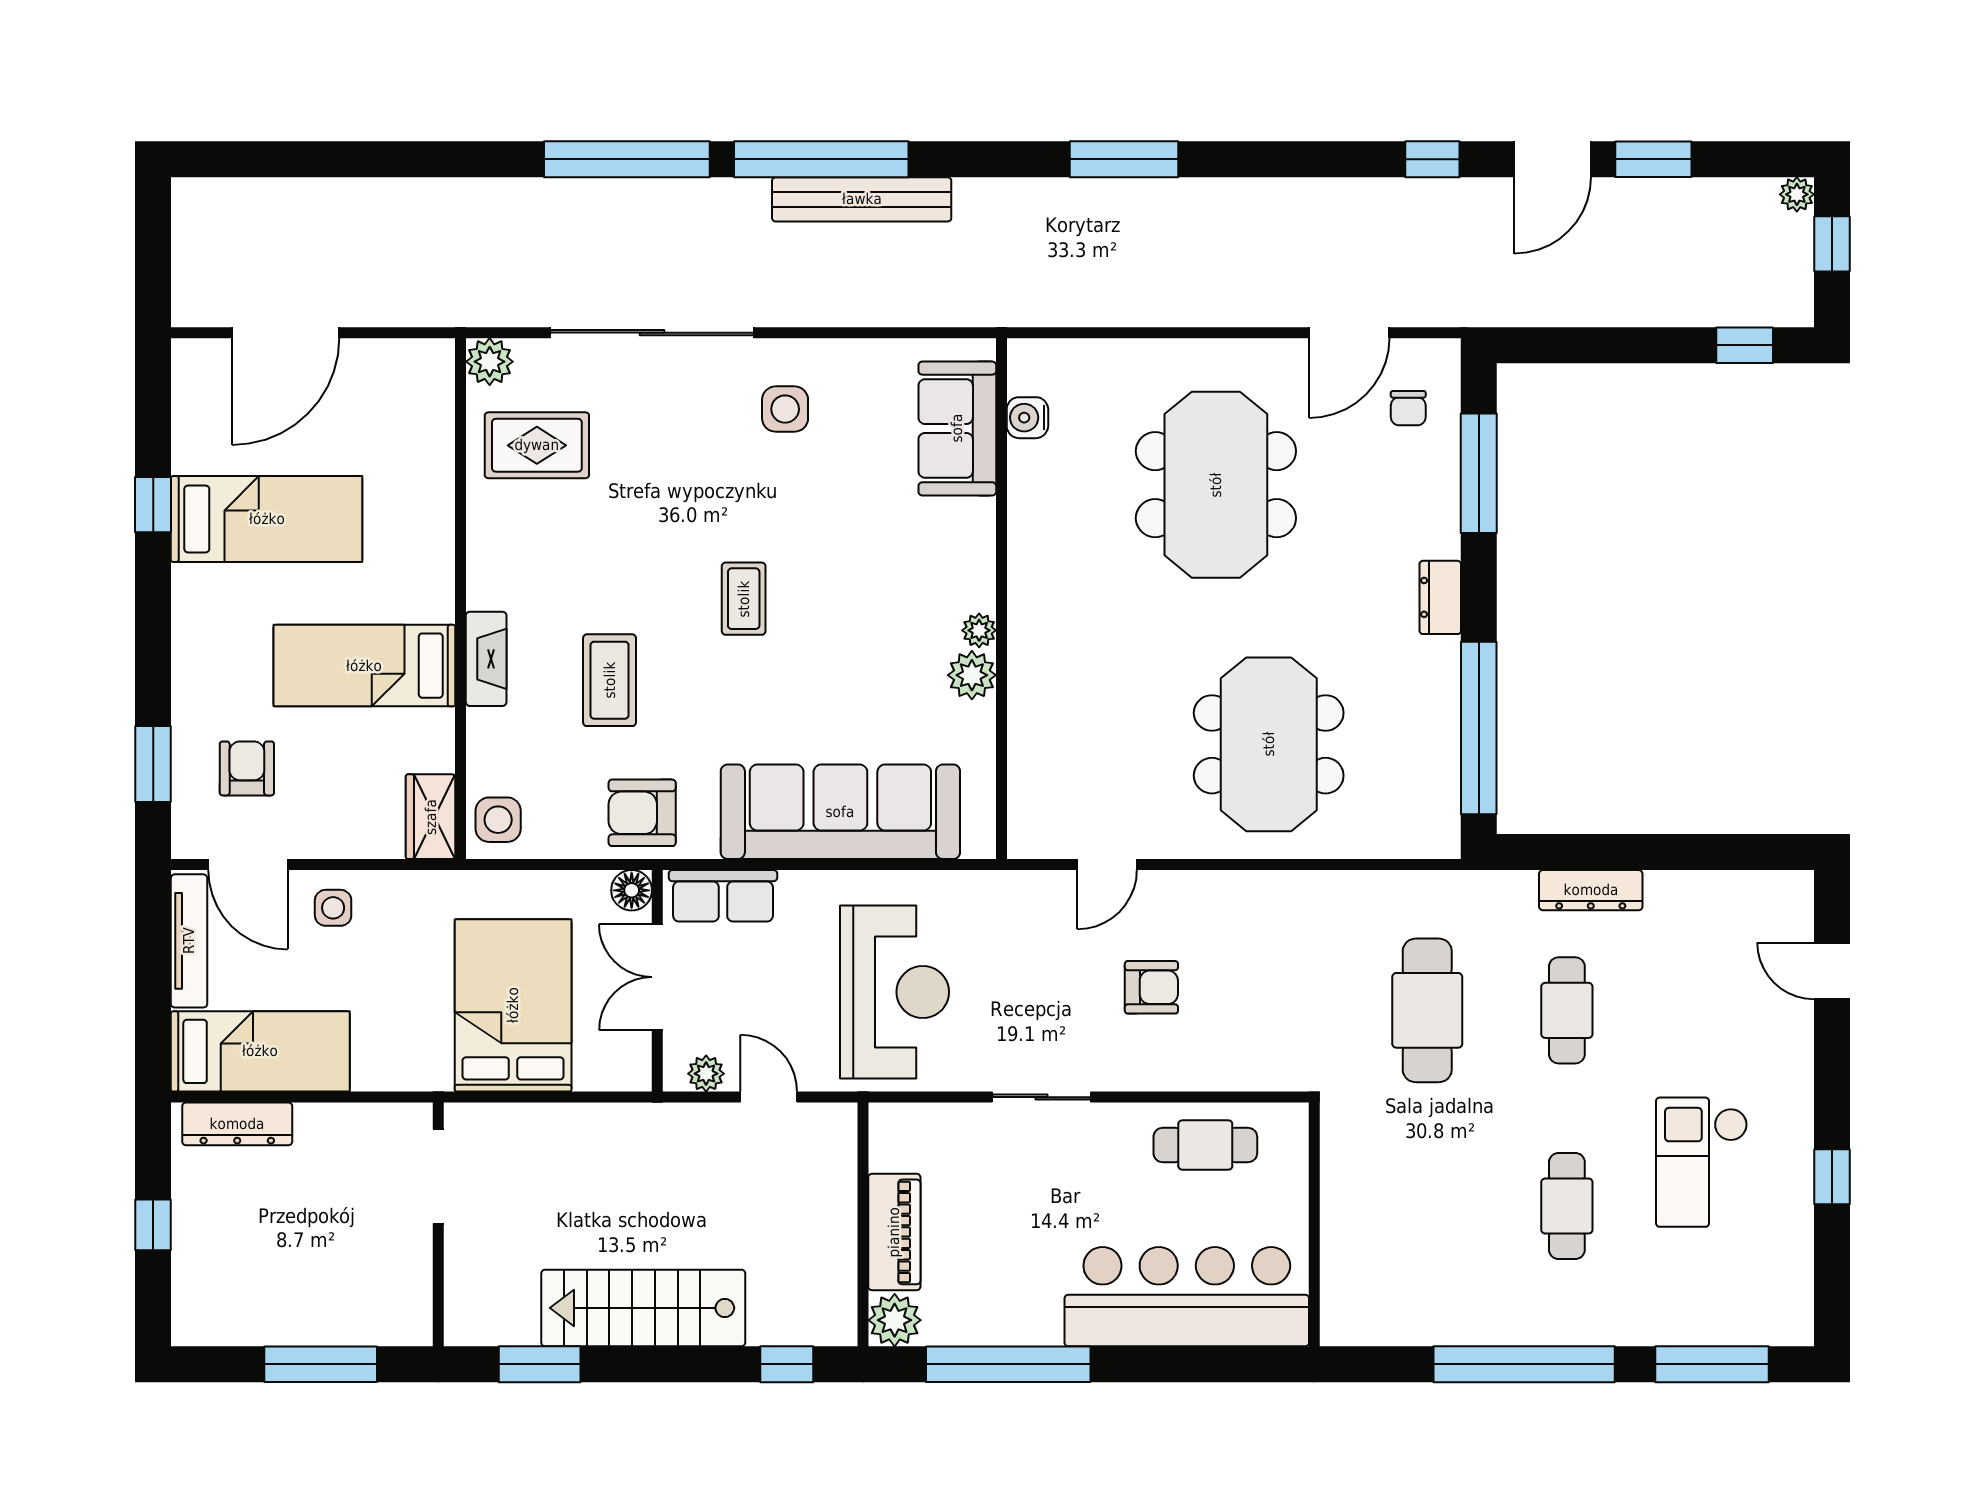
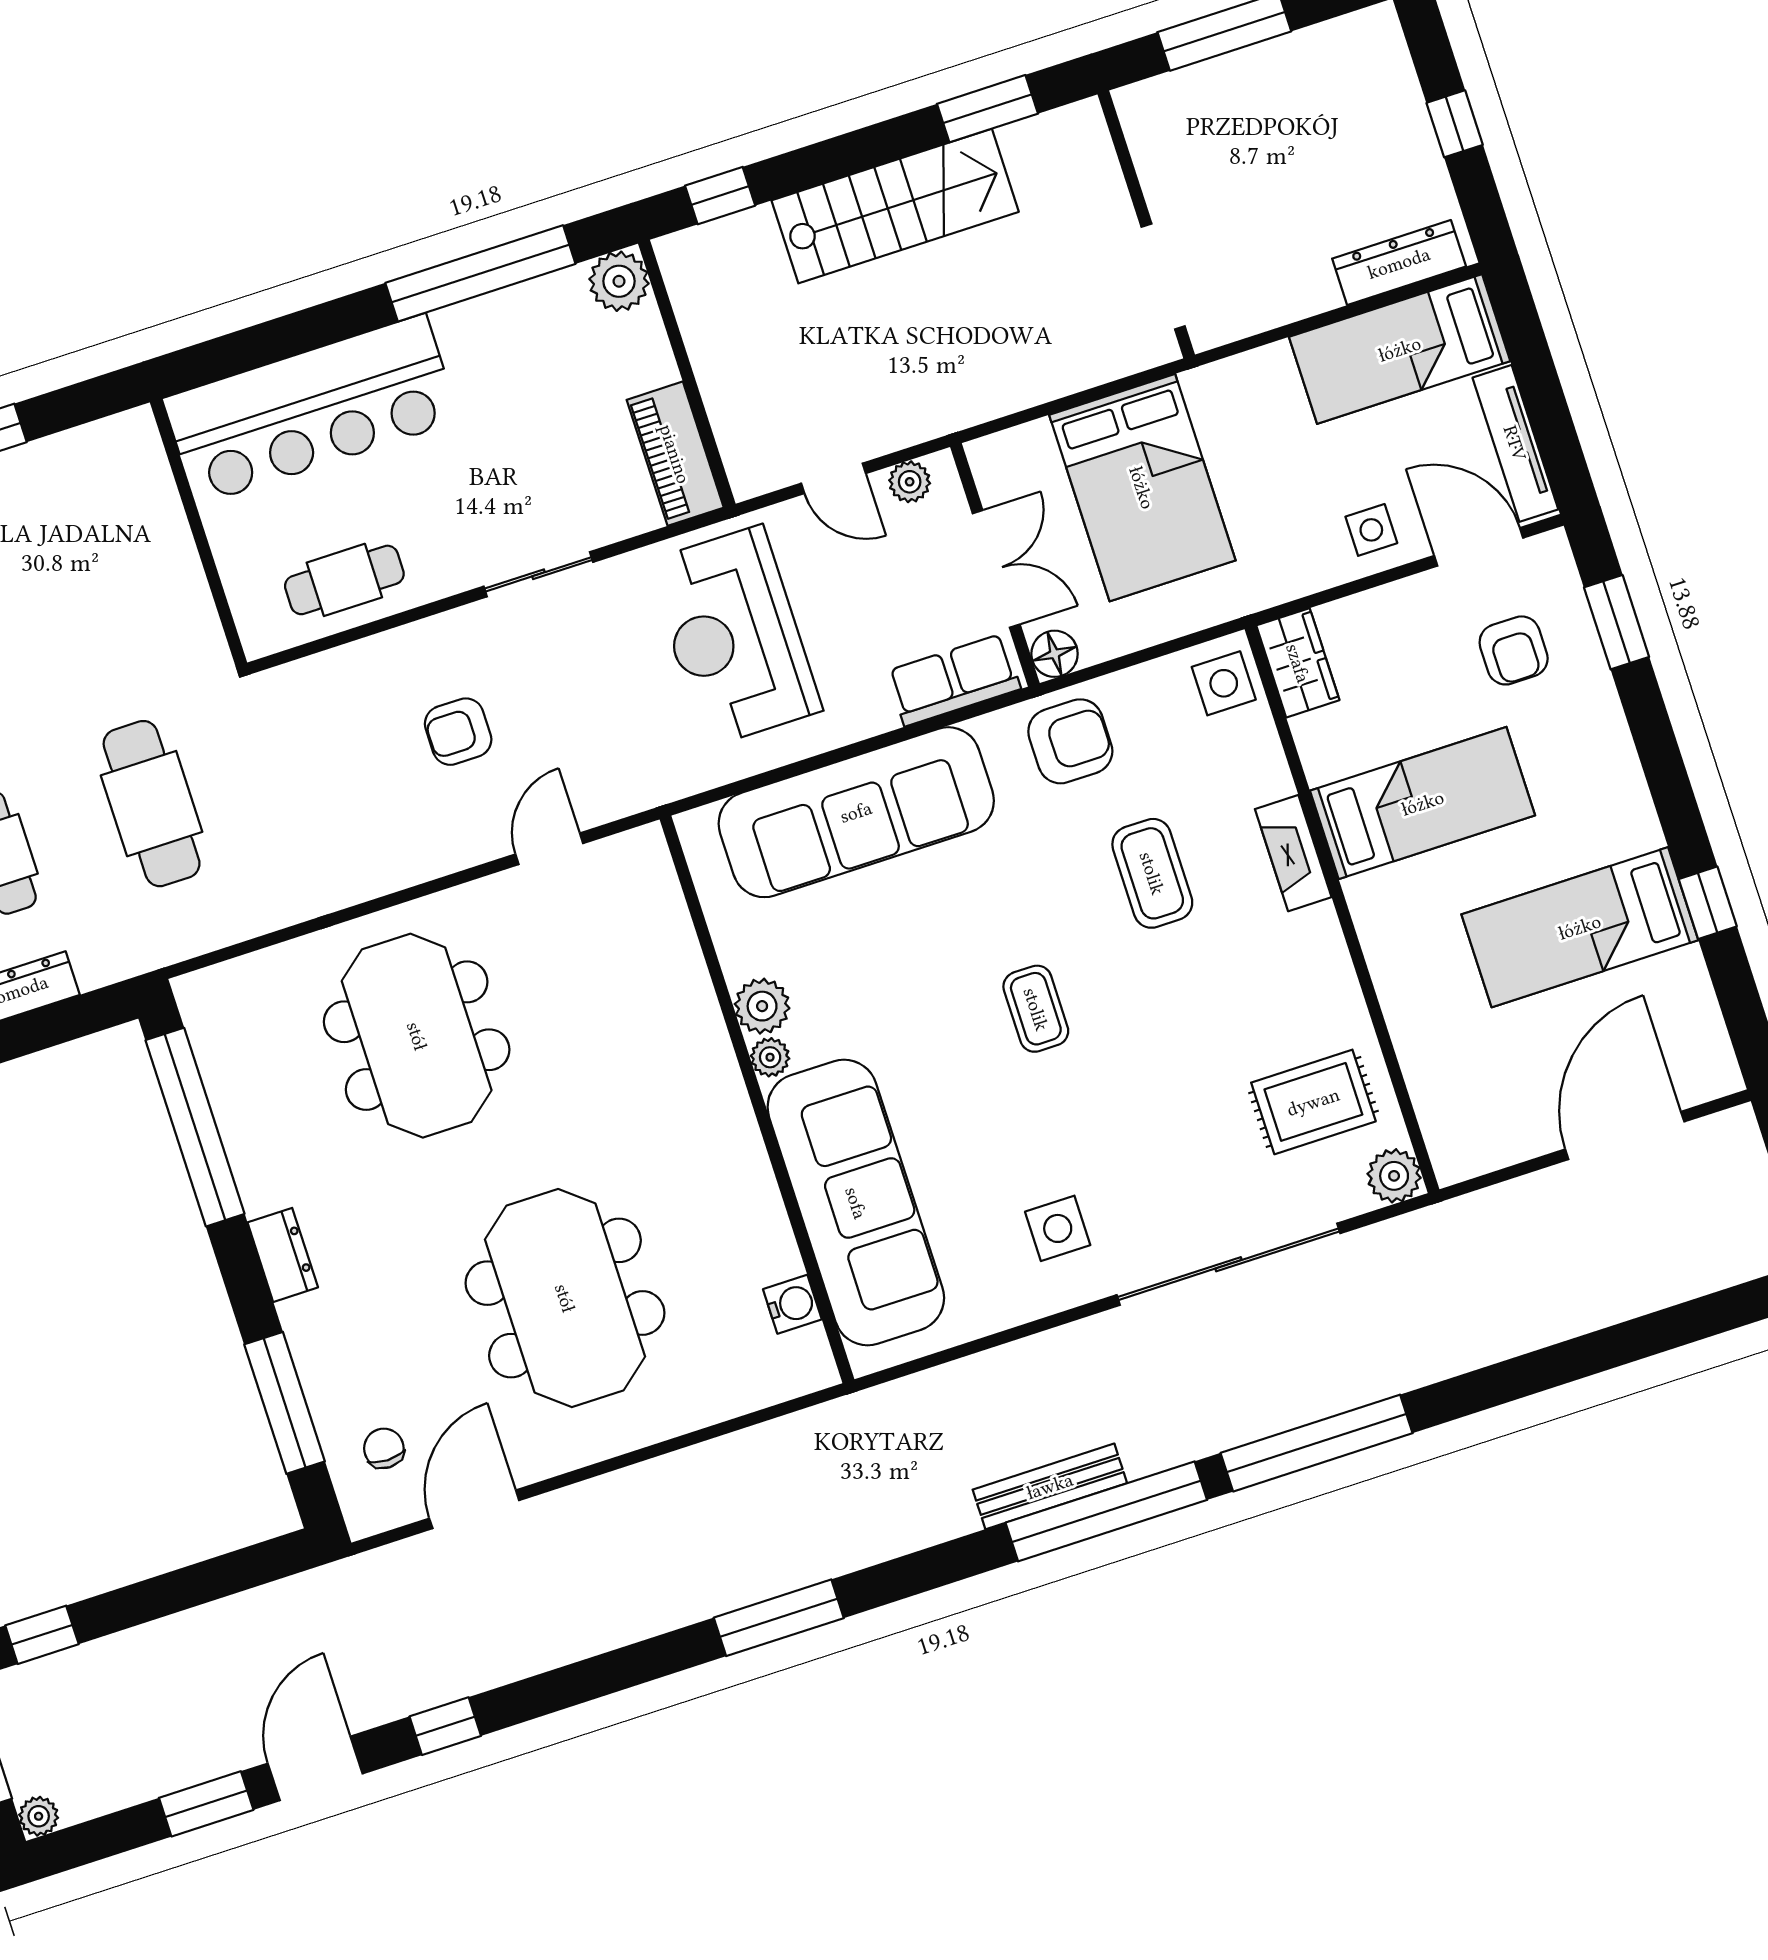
bench: (862, 199) -> (1050, 1486), width x0.73, depth x0.82
sofa: (957, 428) -> (856, 1203), width x1.85, depth x1.27
piano: (894, 1232) -> (675, 454), moved

